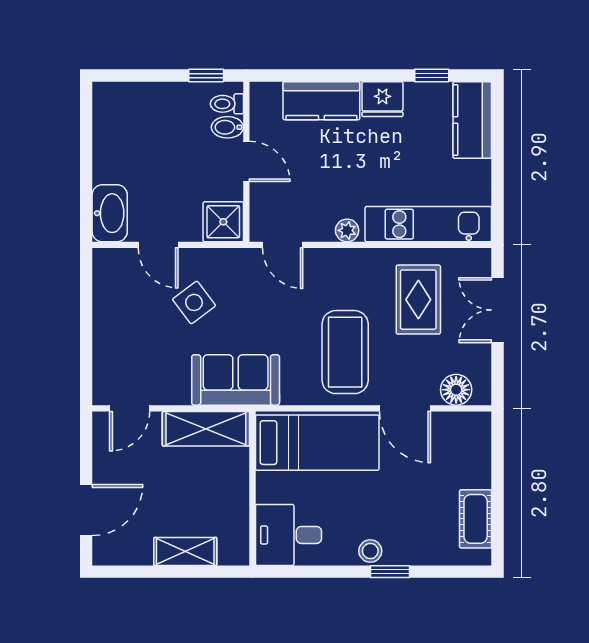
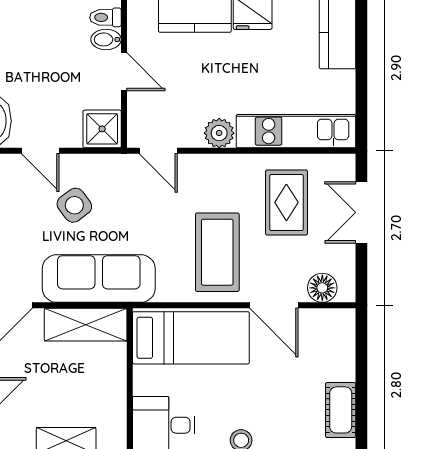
plant: (347, 230) -> (219, 133), width x1.38, depth x1.38
sofa: (236, 380) -> (99, 279), width x1.36

